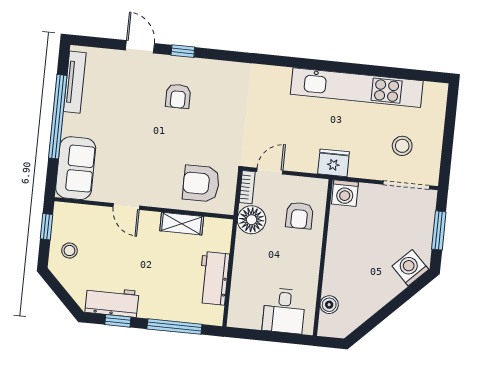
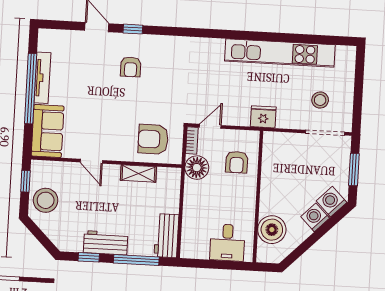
tv unit: (75, 82) -> (42, 78), moved
washing machine: (345, 193) -> (315, 217), moved, turned 135
stool: (69, 251) -> (46, 200), width x1.89, depth x1.89
workbench: (214, 278) -> (166, 236), moved
workbench: (112, 302) -> (106, 243), moved
boiler: (329, 305) -> (272, 230), width x1.86, depth x1.86

